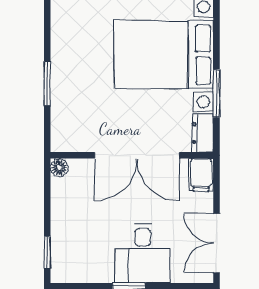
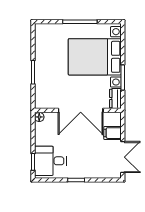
filing cabinet: (201, 175) -> (113, 133), moved, turned 90
double door: (217, 243) -> (123, 157), swing flipped
desk: (143, 253) -> (50, 161), moved, turned 90

